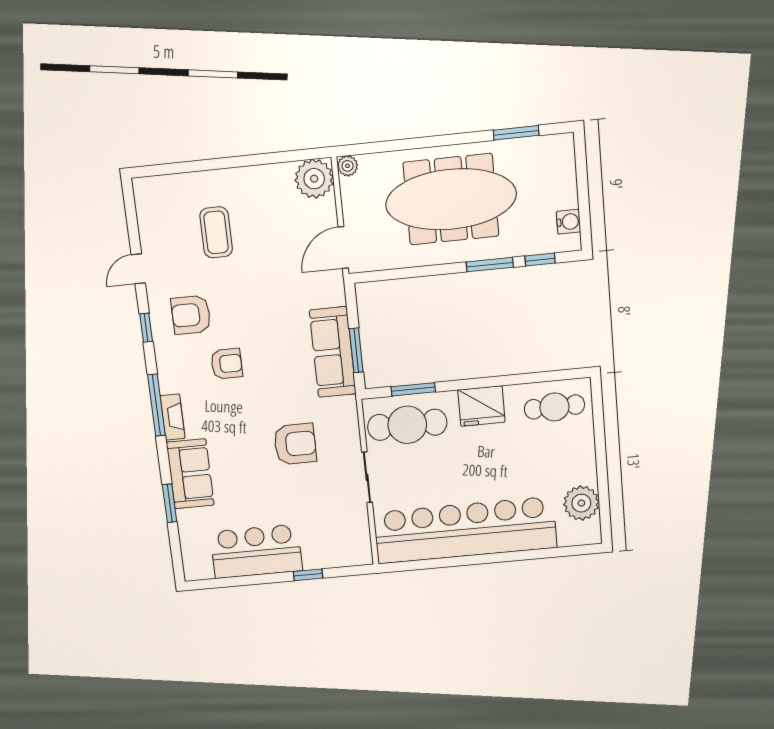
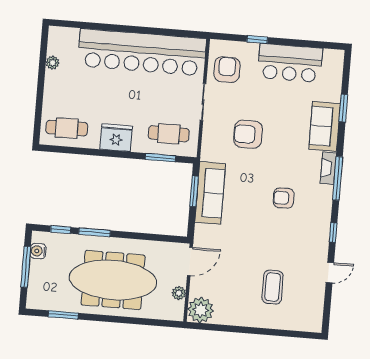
plant: (348, 166) -> (179, 293), moved
window: (583, 195) -> (26, 267), added
armchair: (191, 315) -> (227, 70), moved, turned -90
cafe table: (407, 425) -> (169, 134), width x0.73, depth x0.74
plant: (581, 503) -> (53, 63), width x0.53, depth x0.53

